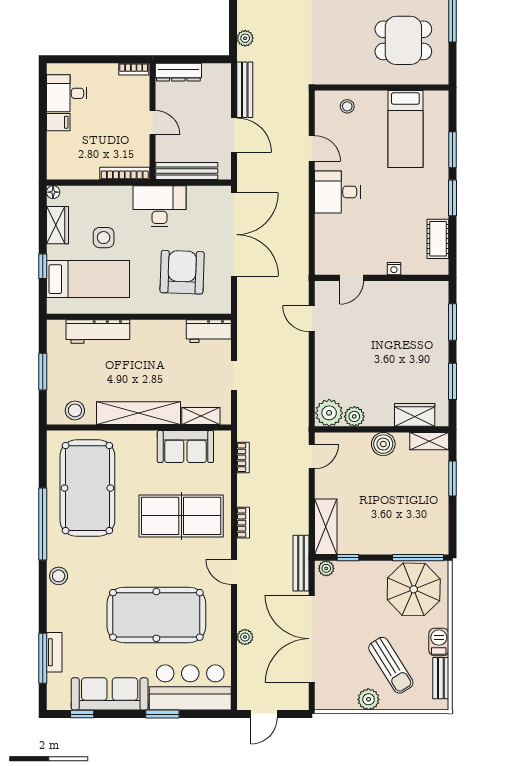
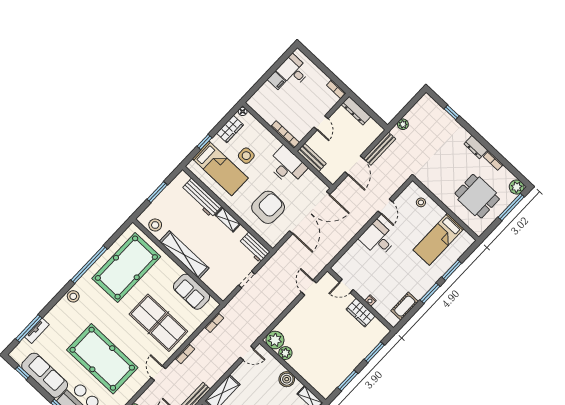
bench: (187, 171) -> (312, 158), width x0.73
wardrobe: (415, 415) -> (361, 313), moved, turned 180
shelving: (201, 416) -> (228, 220), moved

